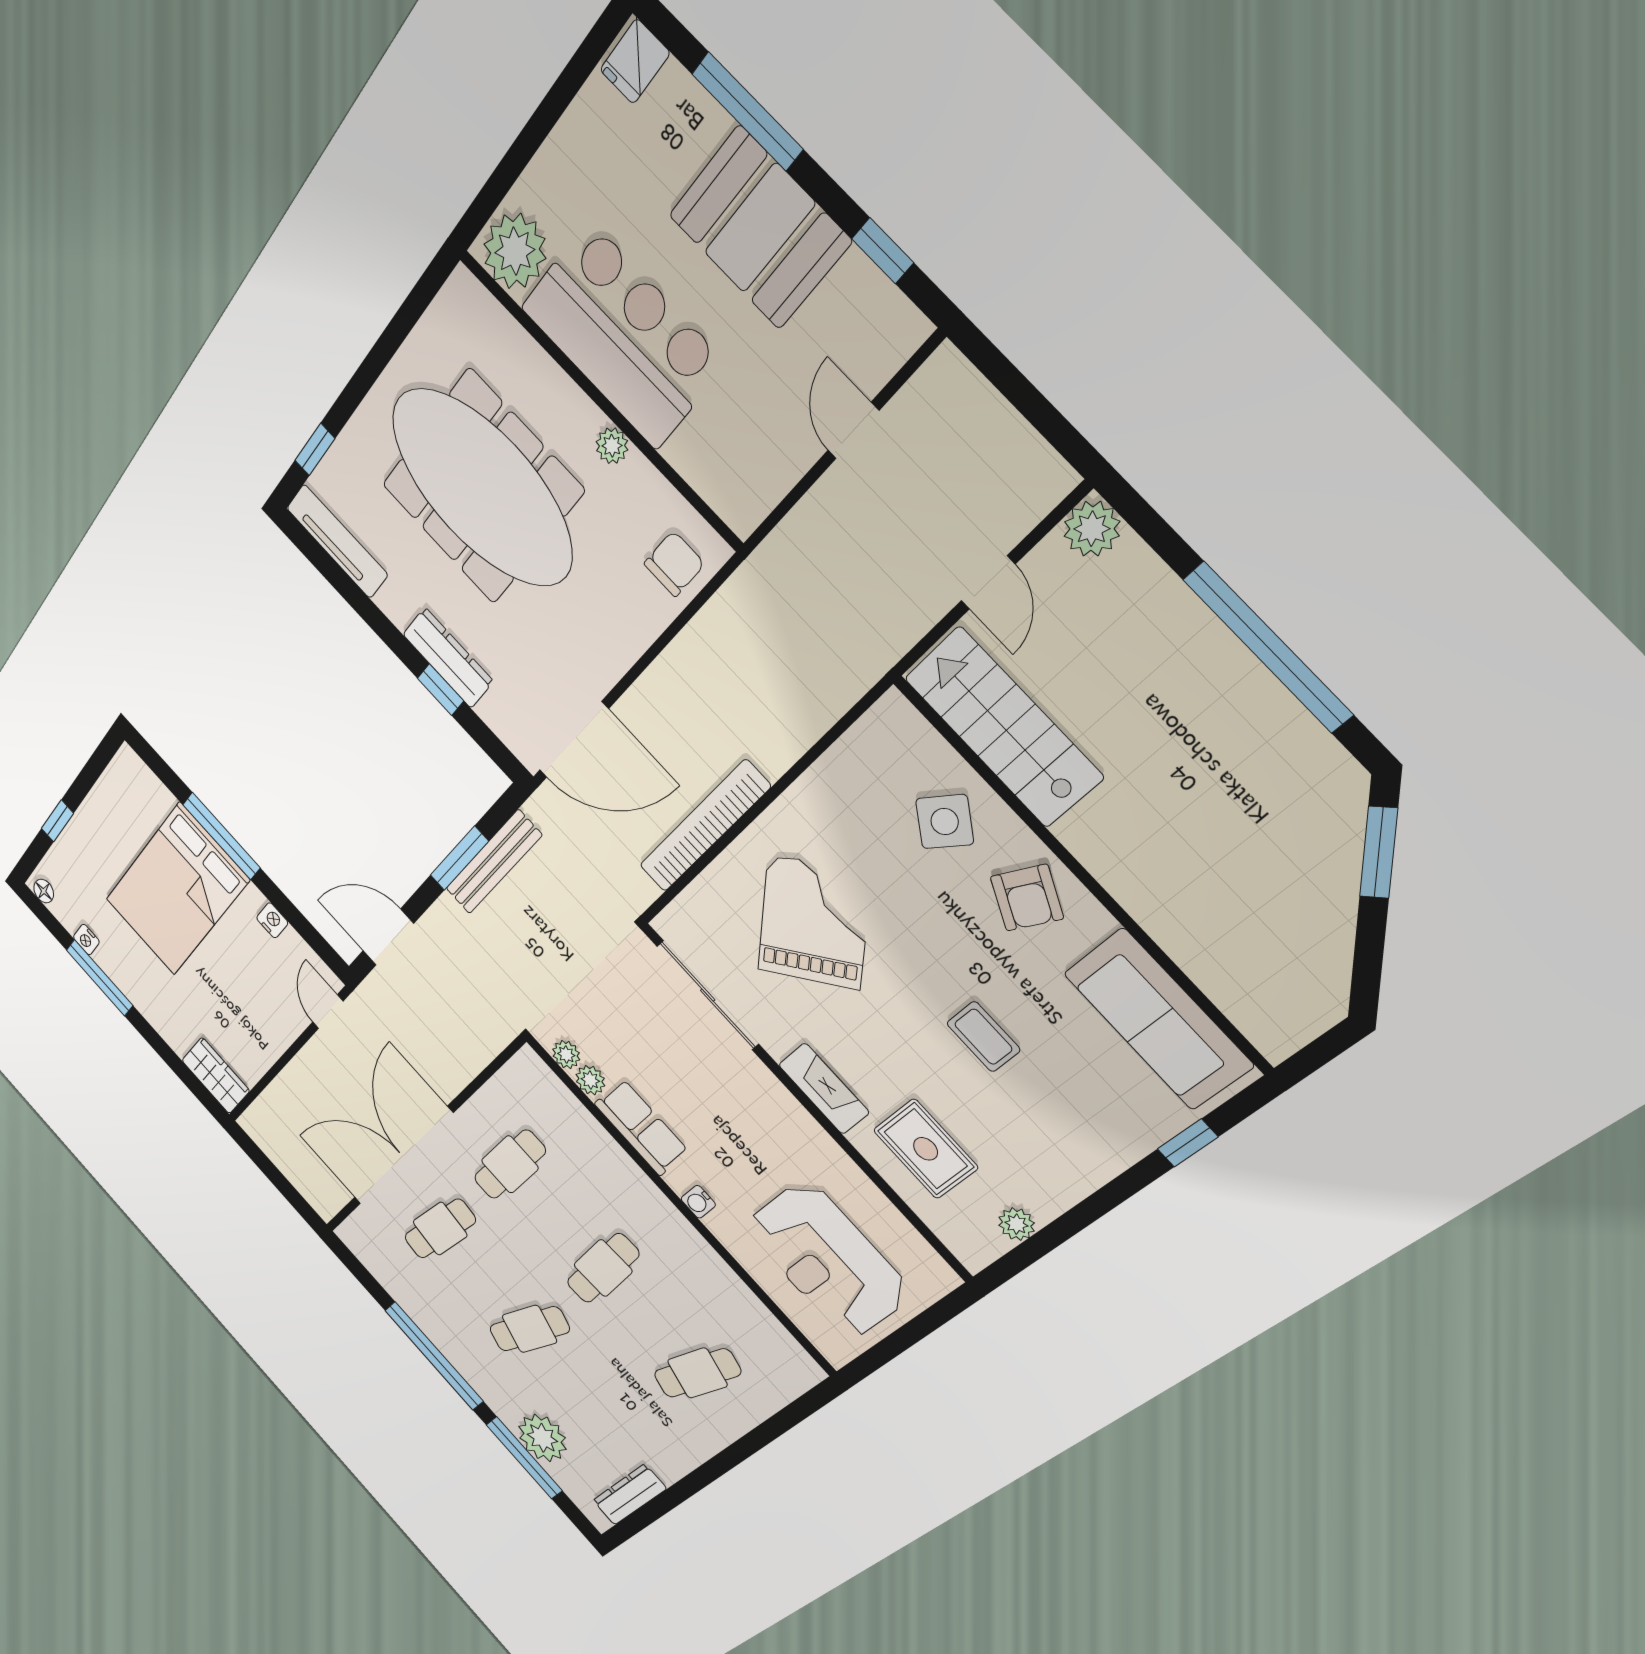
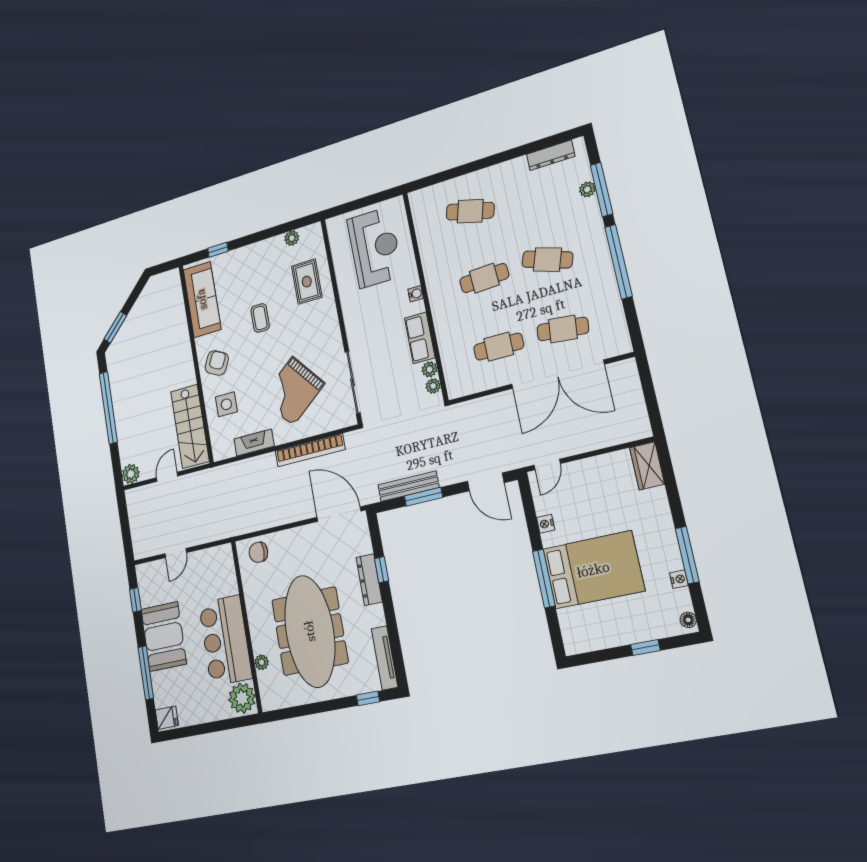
plant: (612, 446) -> (262, 662), moved
side table: (945, 822) -> (226, 404), turned -36
fireplace: (824, 1089) -> (254, 443), moved, turned 90
plant: (542, 1438) -> (587, 189), width x0.53, depth x0.53

